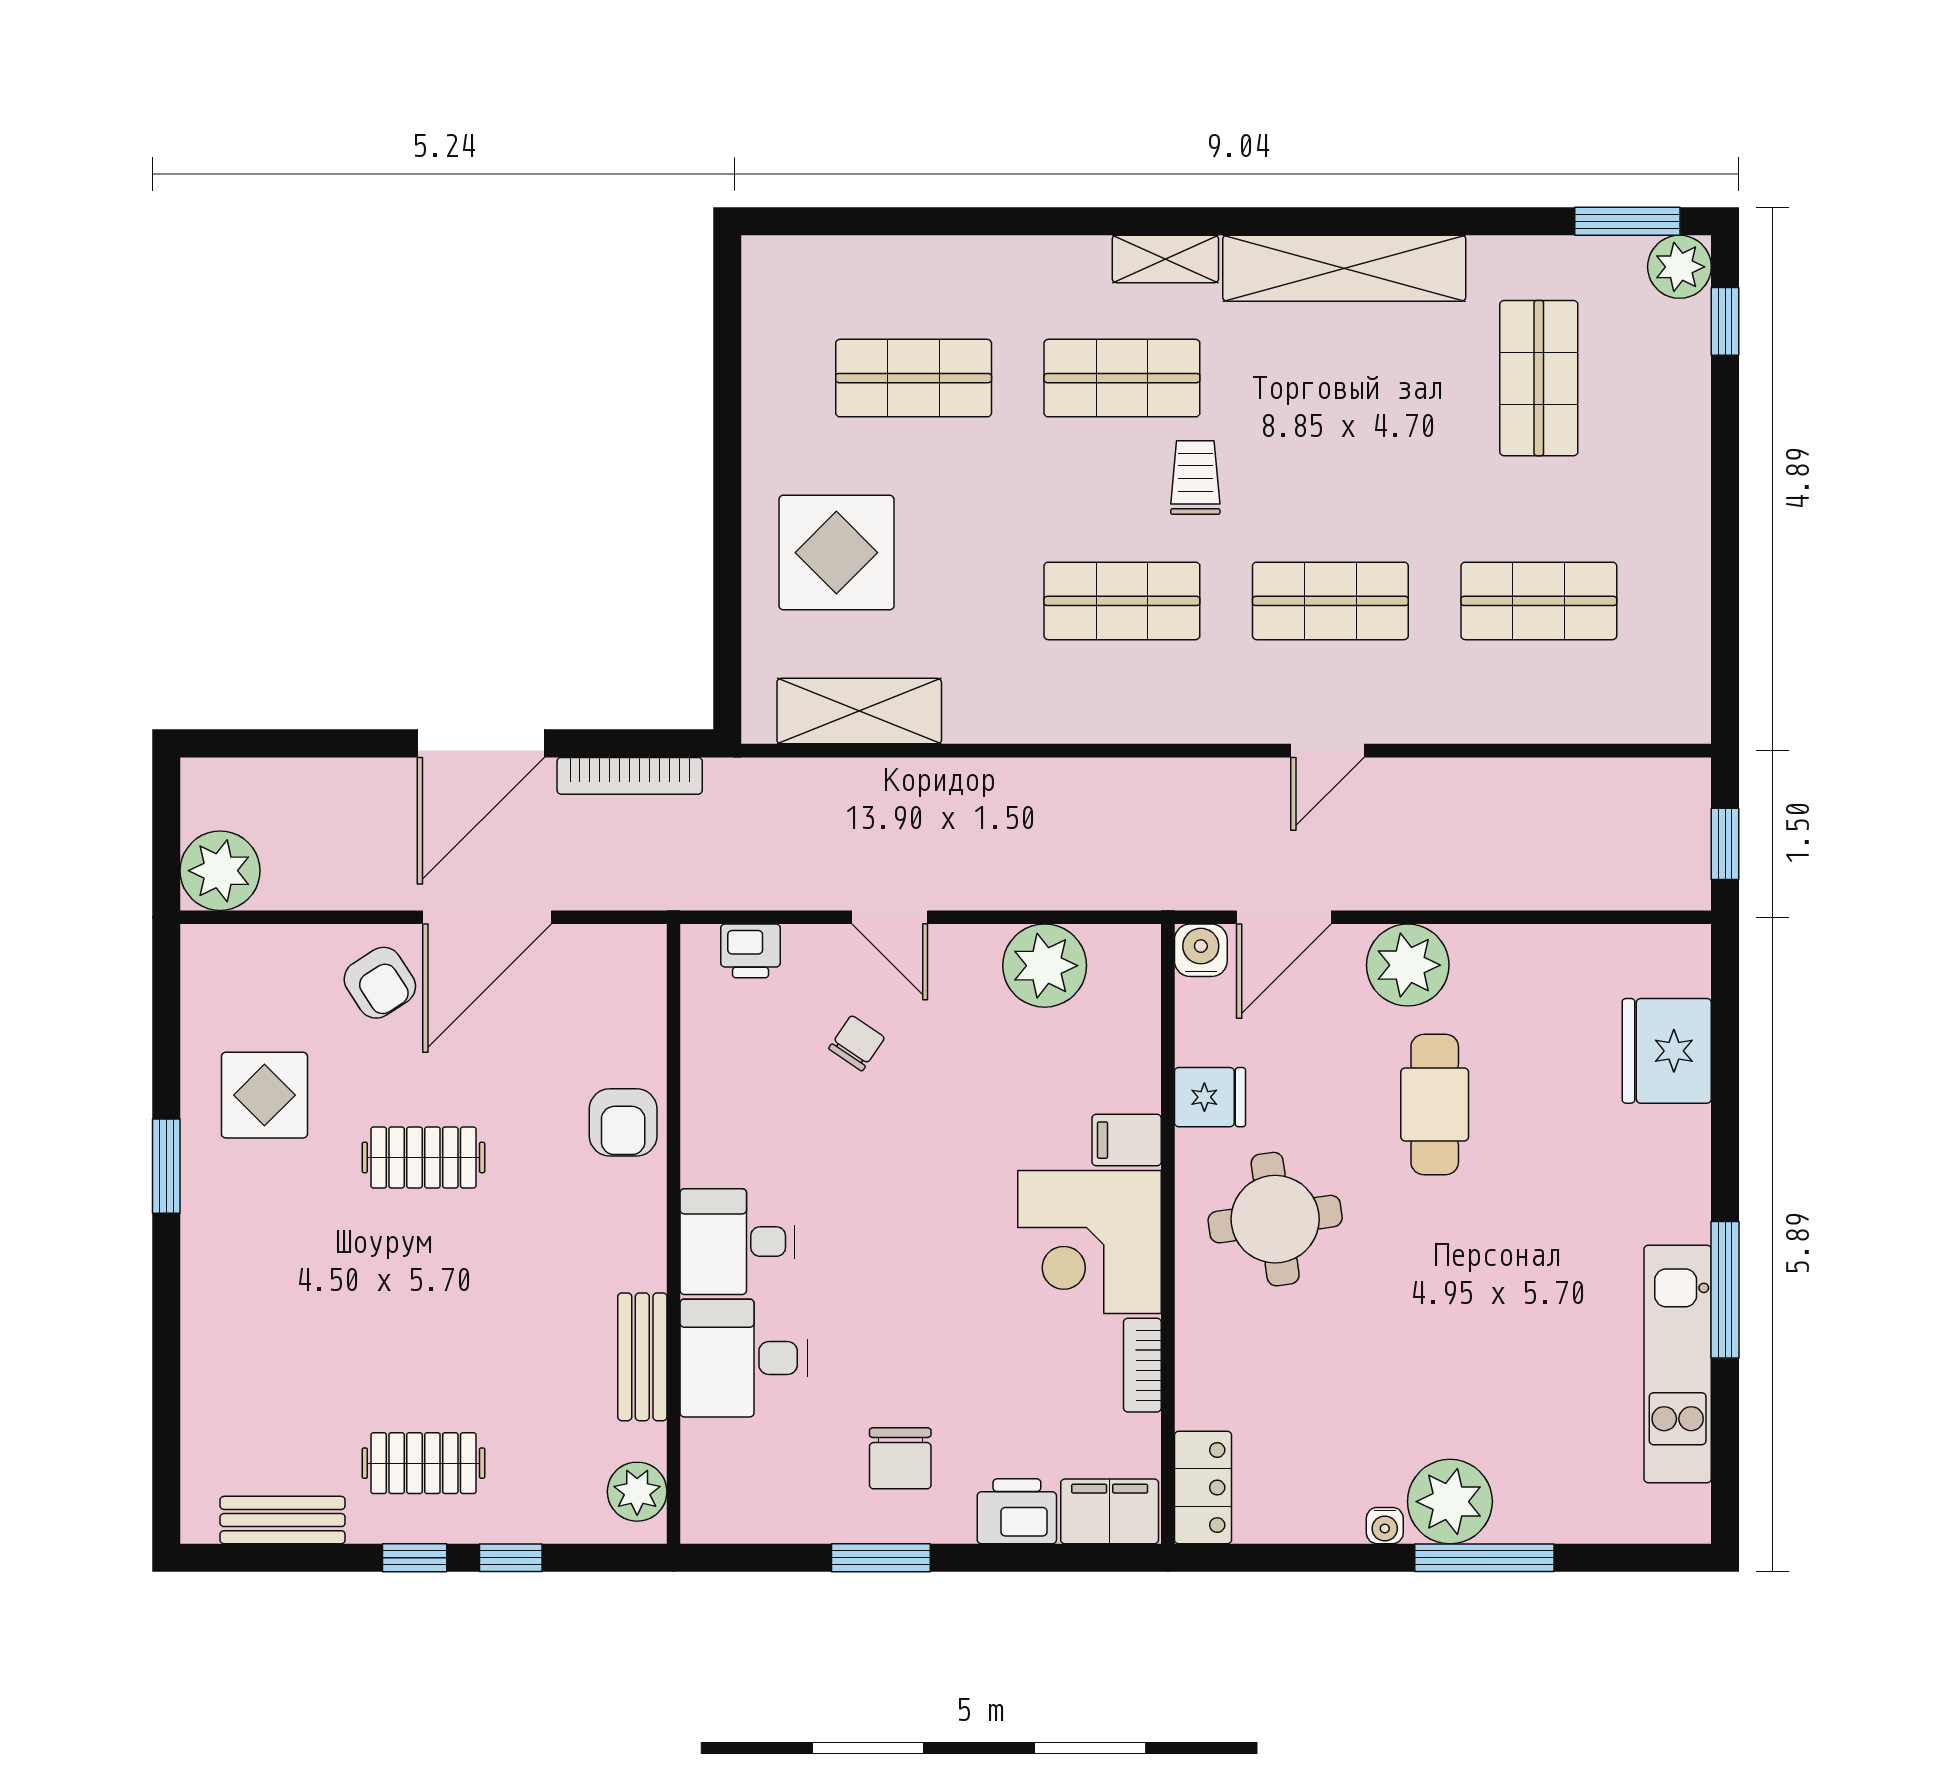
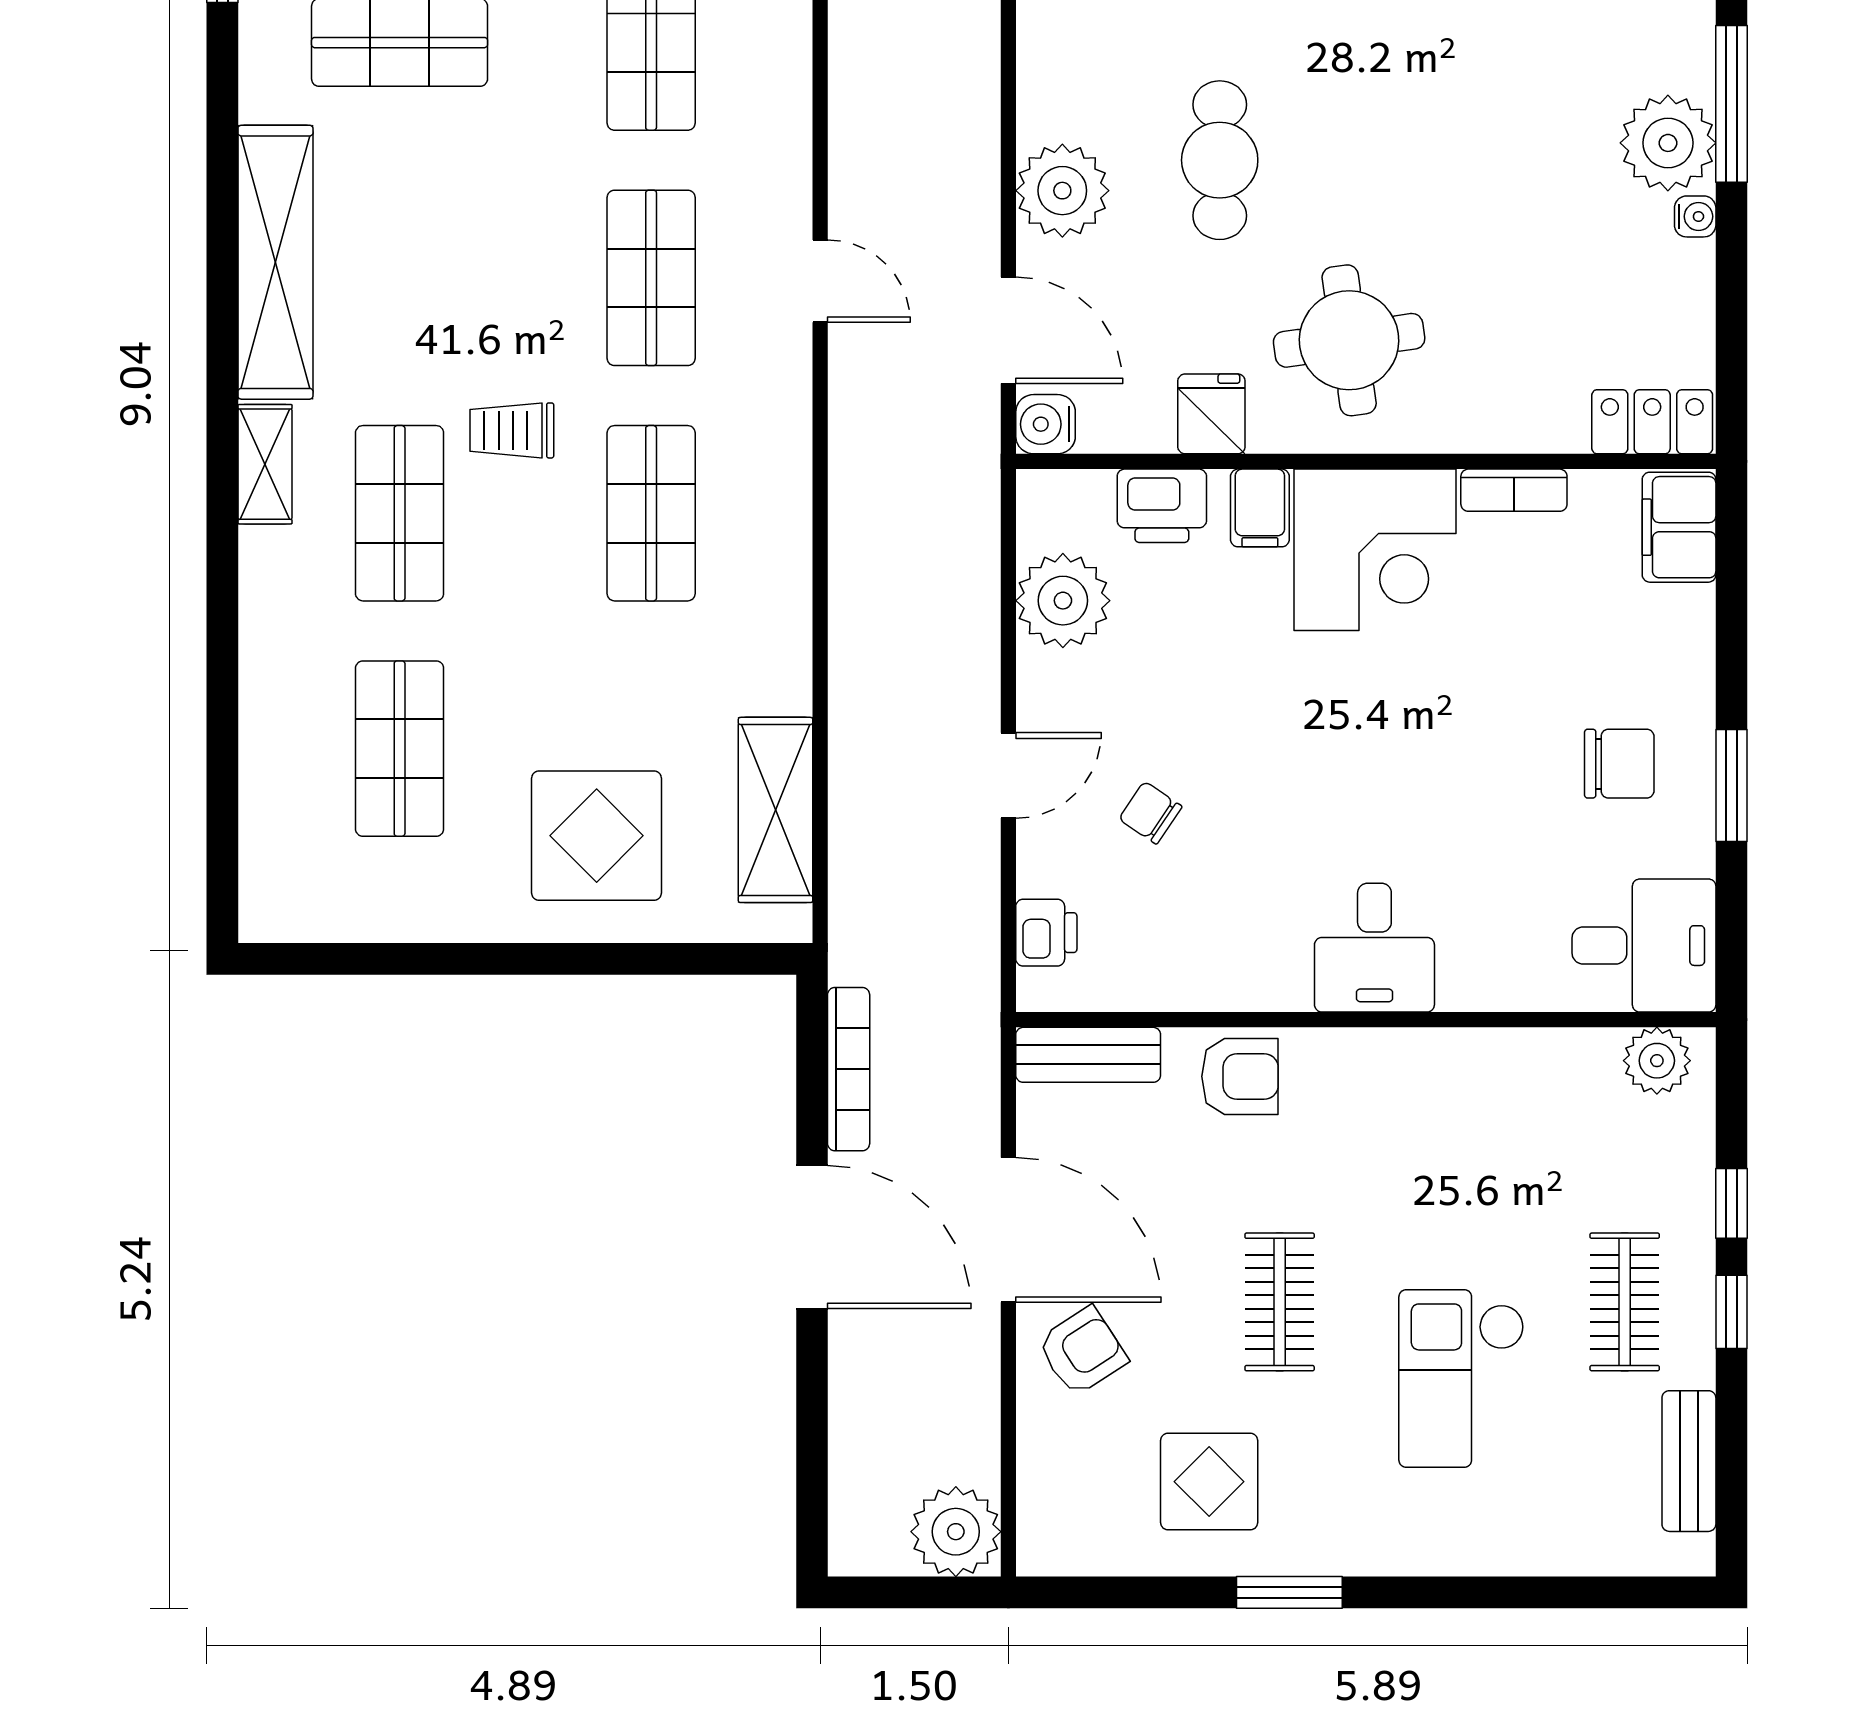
cafe table: (1435, 1104) -> (1220, 160), turned 90
checkout: (356, 1319) -> (1461, 1378), added
bench: (642, 1357) -> (1088, 1055), moved
desk: (744, 1358) -> (1644, 946), moved, turned -90
printer: (1017, 1511) -> (1162, 506), moved, turned -90

